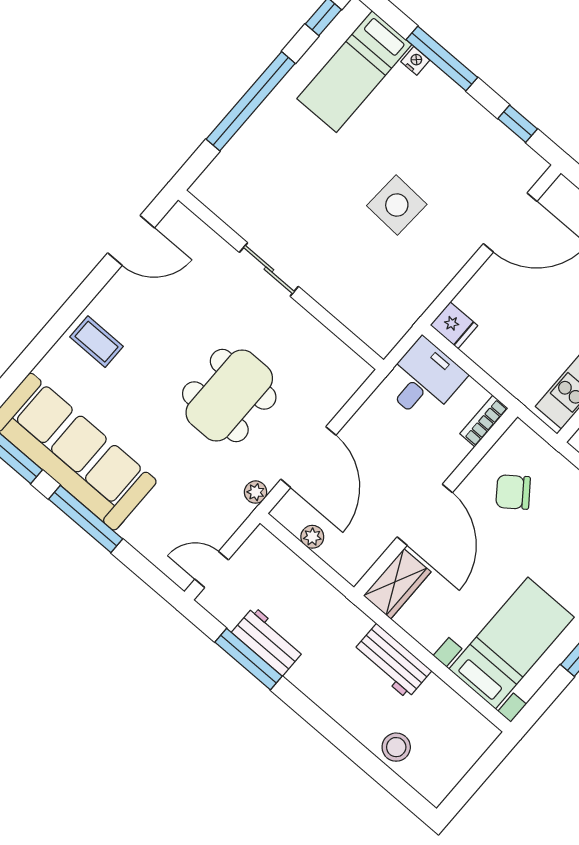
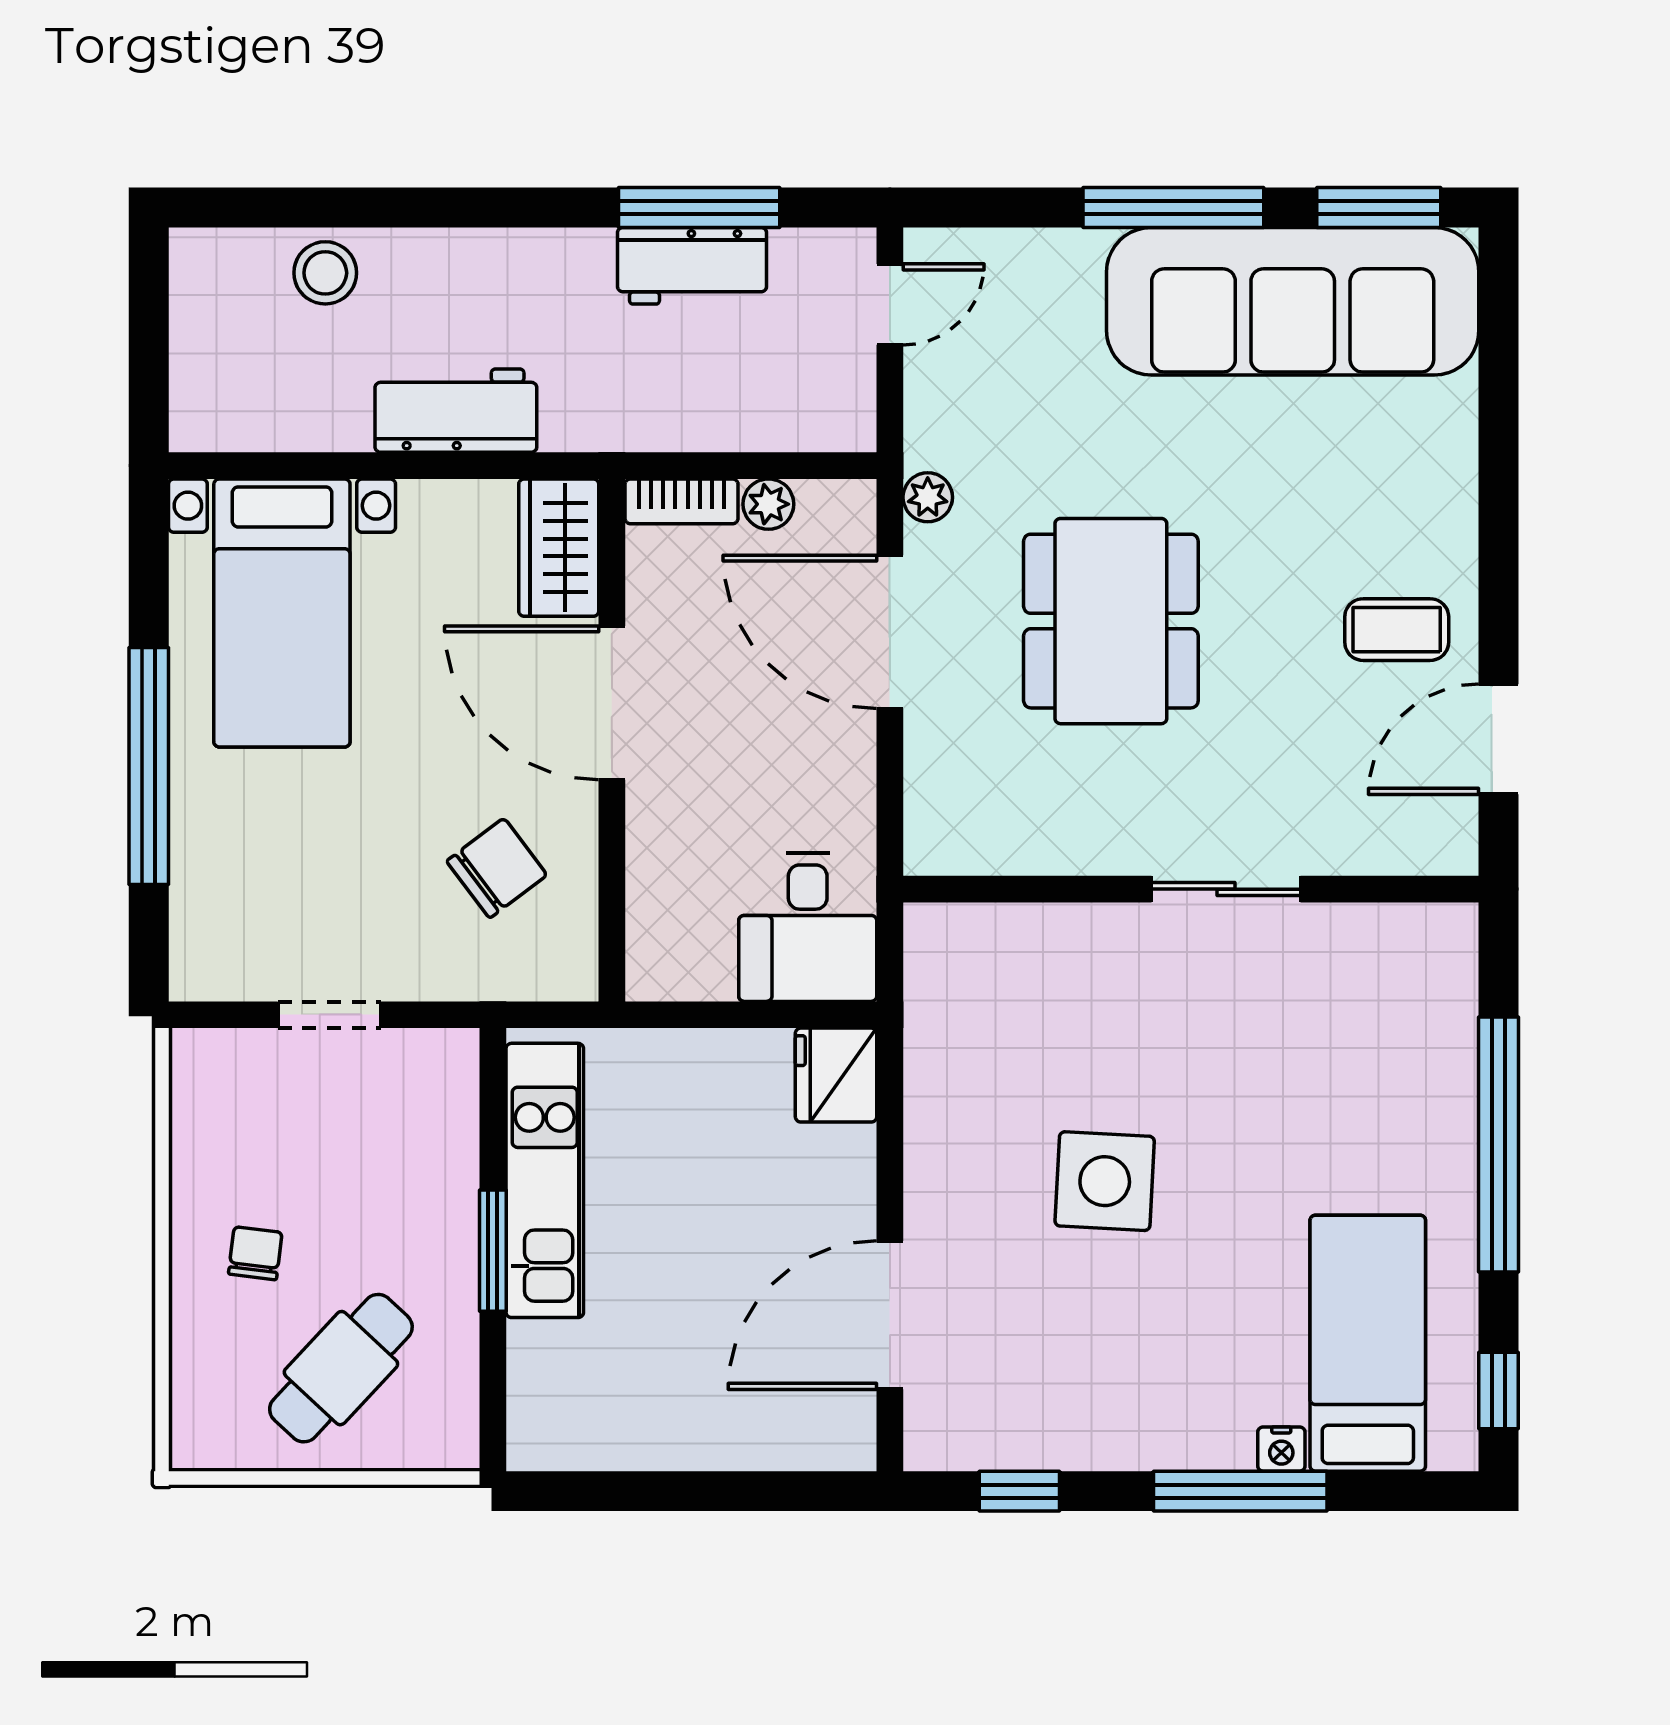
fridge: (454, 325) -> (836, 1075), width x1.38
coffee table: (96, 342) -> (1397, 630), moved
bookcase: (484, 421) -> (682, 501), moved, turned 90

